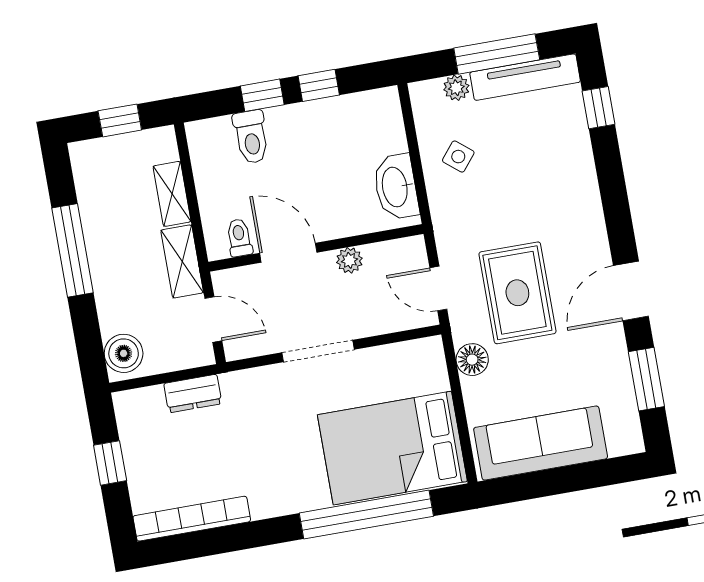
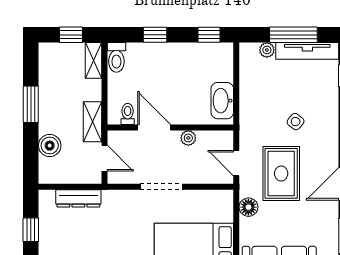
window: (319, 85) -> (209, 35), moved
toilet: (251, 137) -> (116, 57), moved
side table: (458, 157) -> (296, 122), moved
shelving: (172, 194) -> (93, 60), moved
window: (73, 250) -> (31, 104), width x0.69
boiler: (124, 353) -> (50, 146), moved
dresser: (193, 394) -> (78, 198), width x1.44

